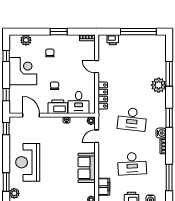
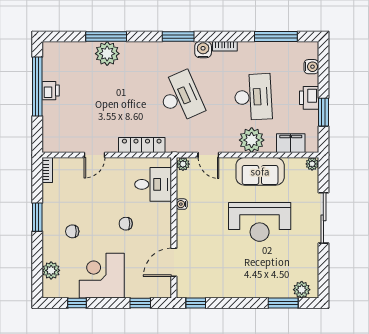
printer: (113, 40) -> (51, 91), moved
plant: (159, 85) -> (107, 54), moved
printer: (58, 107) -> (160, 218), removed
desk: (132, 119) -> (180, 97), turned -30
reception desk: (28, 162) -> (260, 222), moved
plant: (106, 163) -> (252, 140), added

